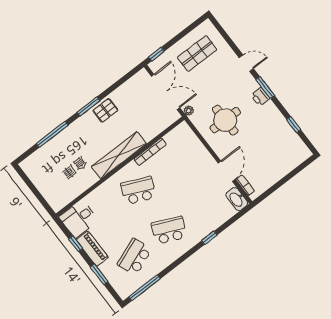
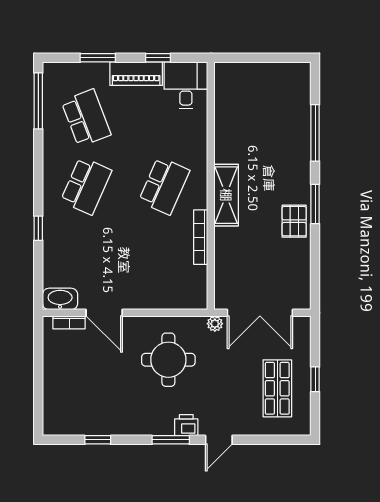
window: (156, 54) -> (315, 379), moved
printer: (260, 97) -> (186, 425), moved
shelving: (119, 155) -> (226, 195), width x0.68

